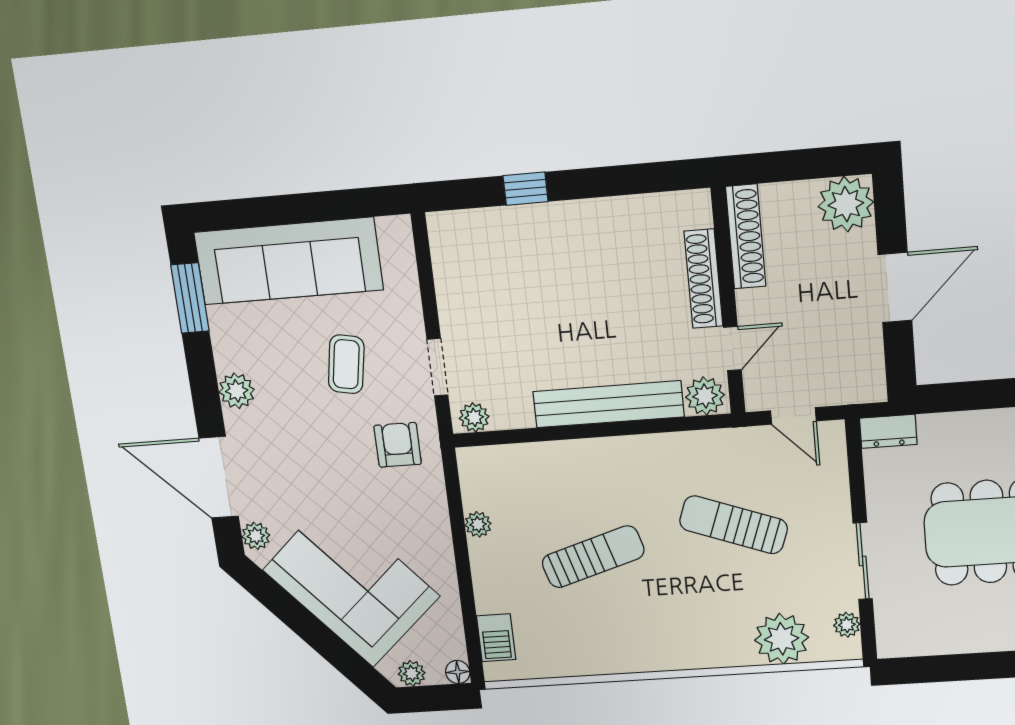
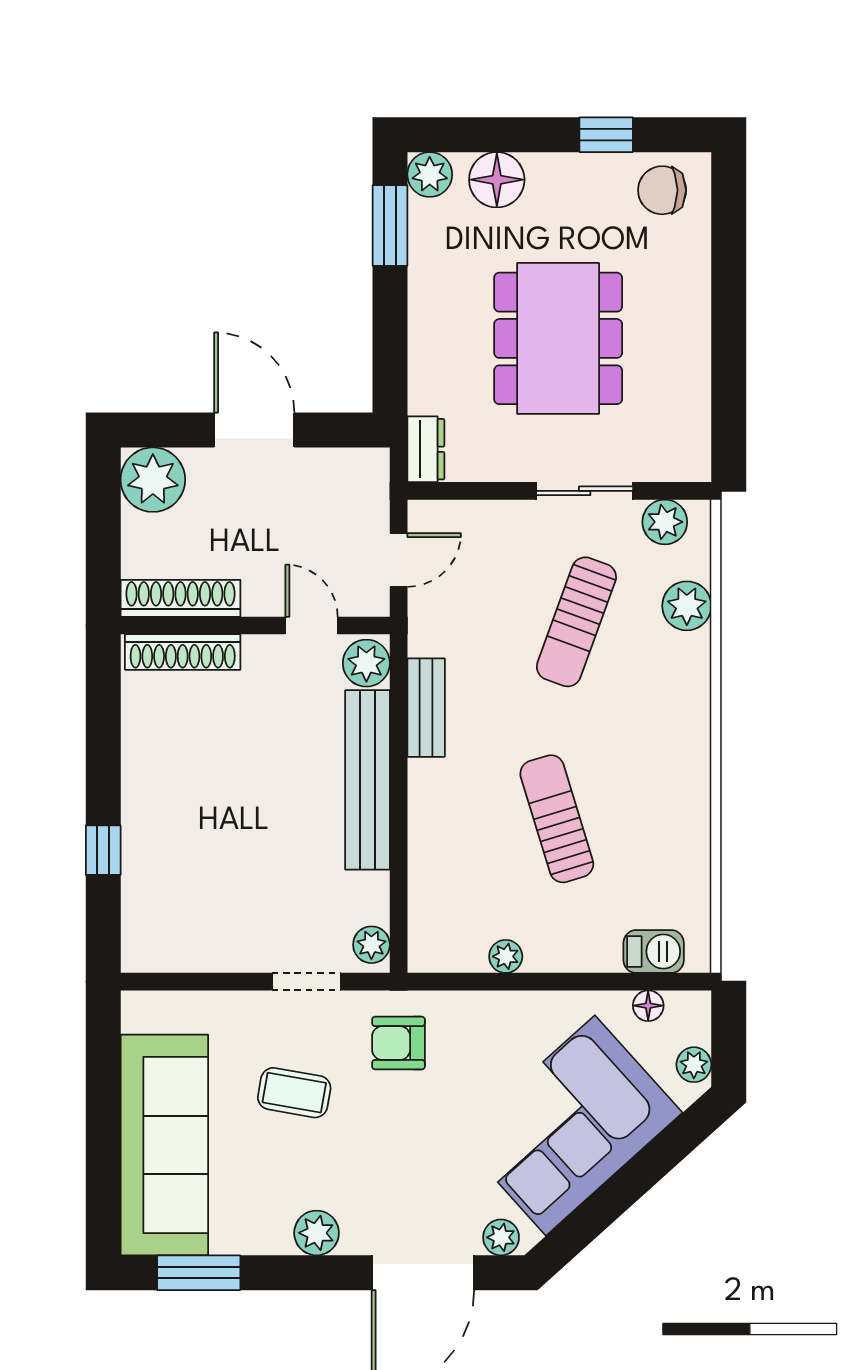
shoe rack: (703, 279) -> (183, 652), moved
bench: (673, 447) -> (426, 708), added
sun lounger: (733, 525) -> (576, 622), moved
plant: (847, 625) -> (665, 522), width x1.38, depth x1.38
plant: (782, 639) -> (687, 606), width x0.73, depth x0.73
floor lamp: (458, 672) -> (648, 1006), moved

